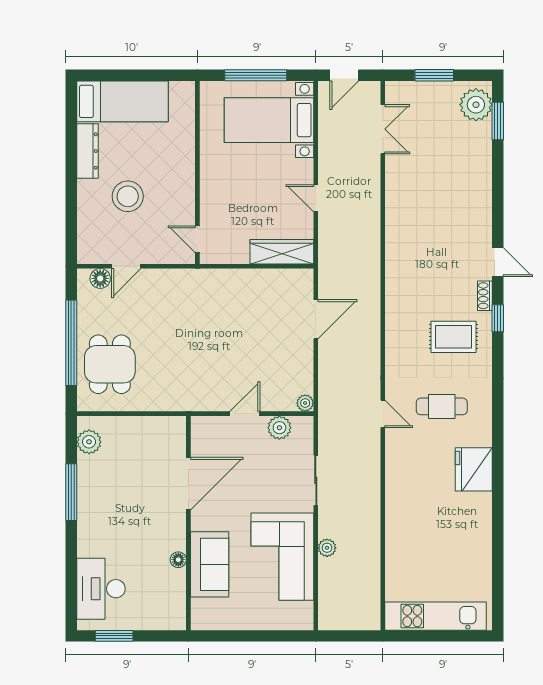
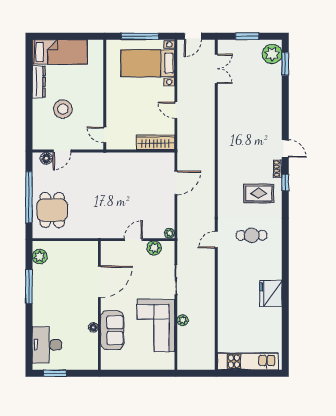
door: (383, 414) -> (216, 240), swing flipped
fridge: (474, 469) -> (271, 294), moved

